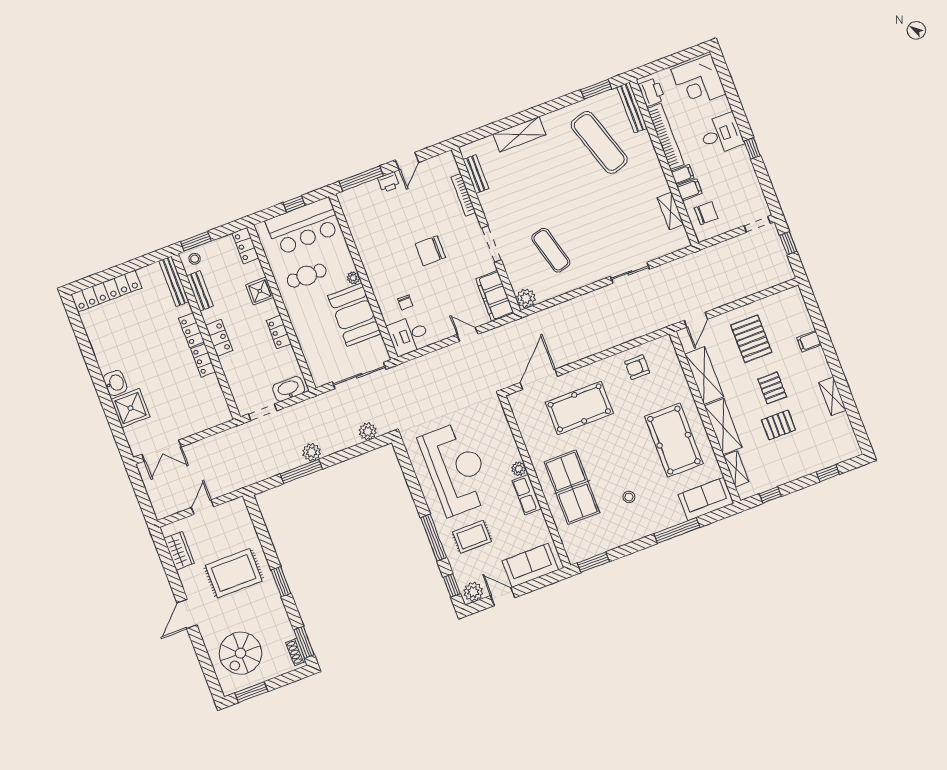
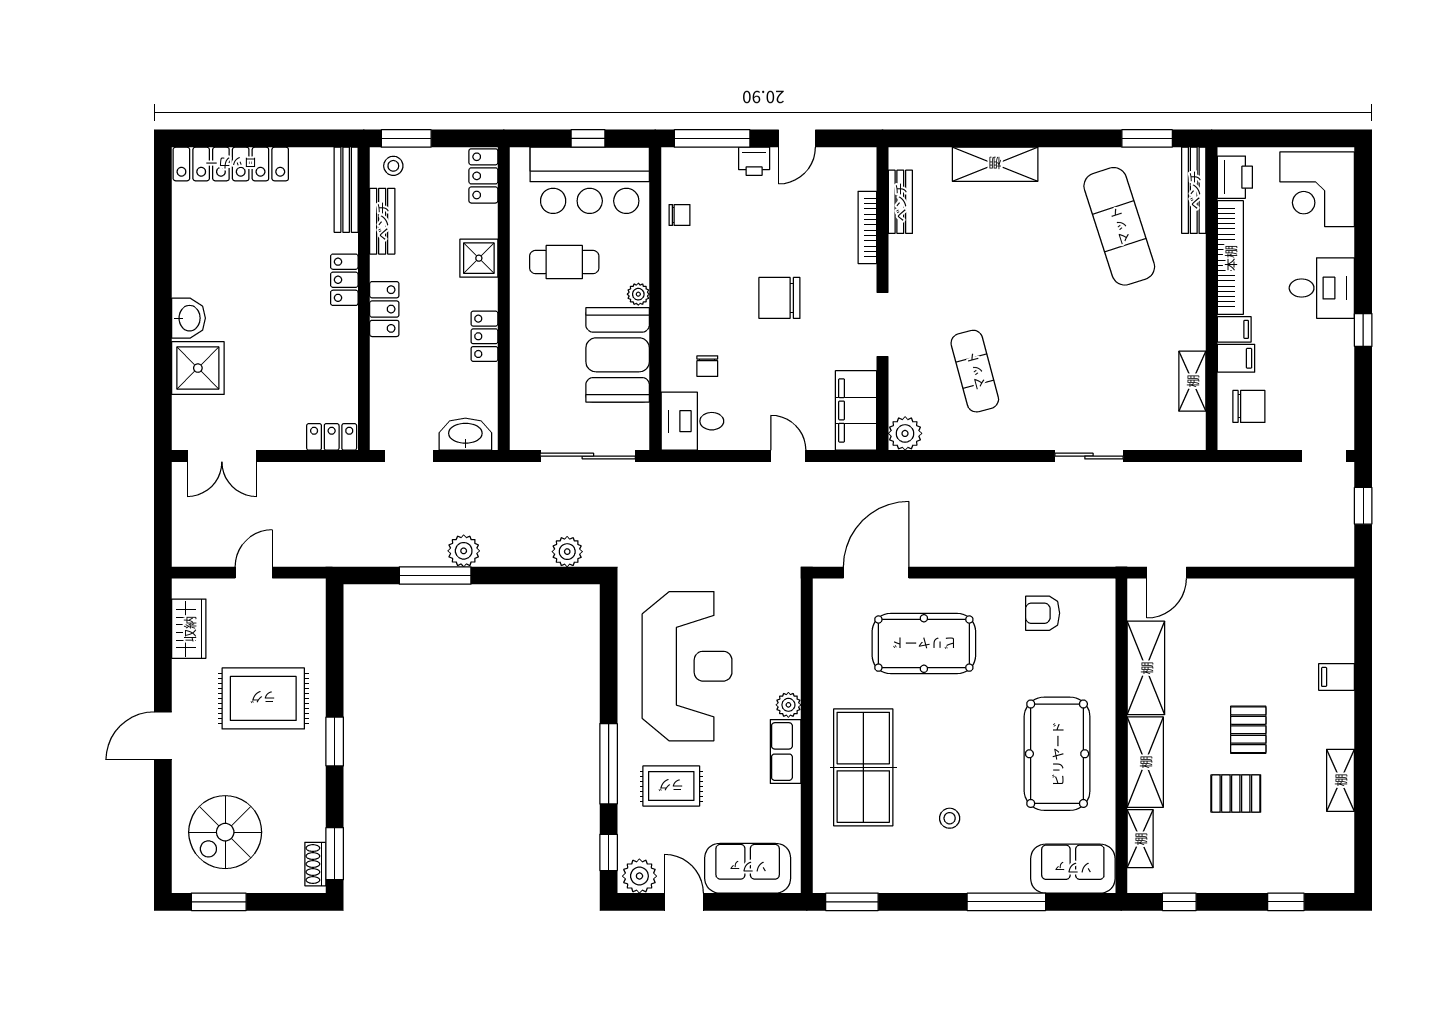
chair: (359, 227) -> (680, 215), added
pallet: (751, 339) -> (1245, 637), removed
locker: (203, 360) -> (332, 437), moved, turned 90

